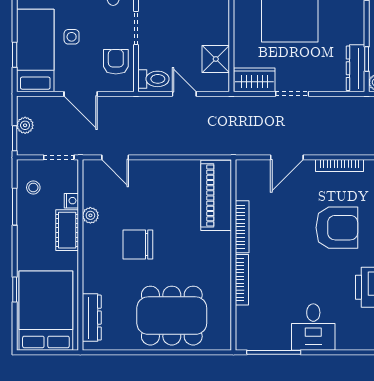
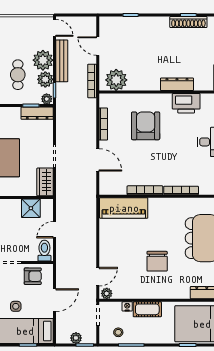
armchair: (116, 62) -> (33, 276), turned 180
plant: (90, 215) -> (107, 293), moved

